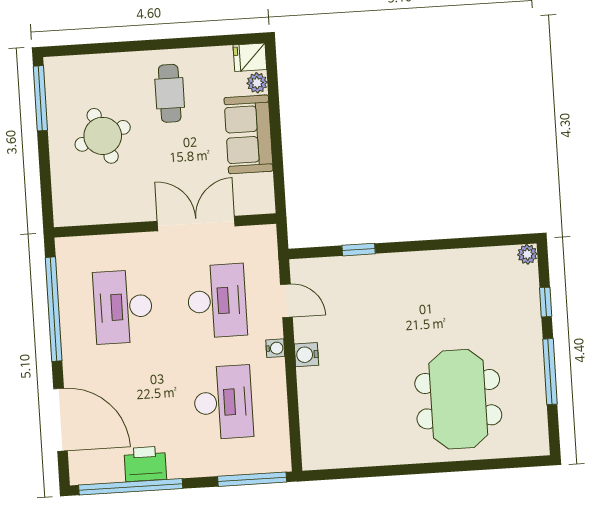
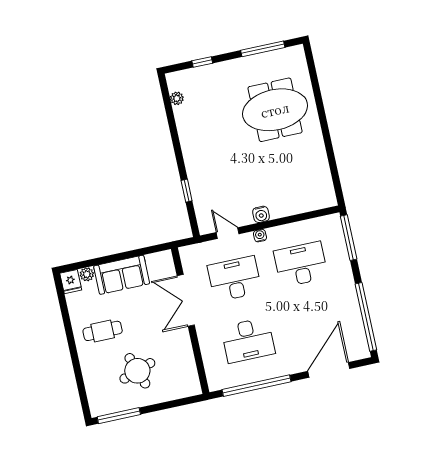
plant: (527, 254) -> (177, 98), moved
door: (286, 301) -> (228, 233), hinge flipped
window: (550, 372) -> (263, 49), moved
printer: (145, 464) -> (349, 310), removed

